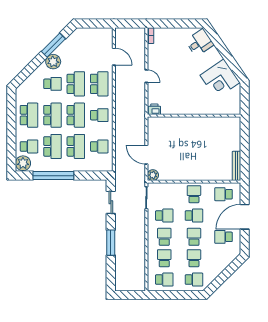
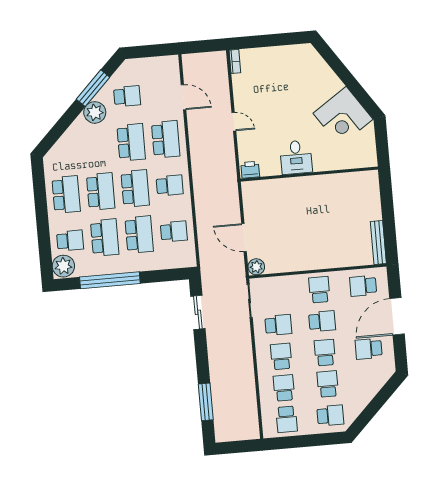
desk: (200, 43) -> (296, 157), moved, turned 124
school desk: (52, 84) -> (127, 96), moved
window: (111, 243) -> (206, 402), moved
school desk: (164, 280) -> (287, 419), turned 90

